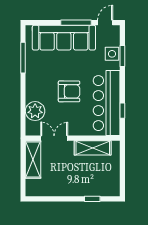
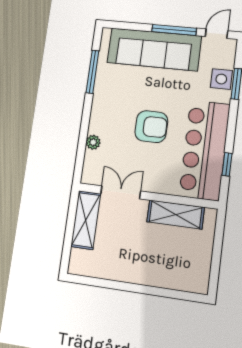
plant: (35, 111) -> (93, 142), width x0.53, depth x0.53
window: (92, 199) -> (165, 293), removed

